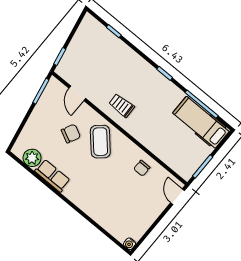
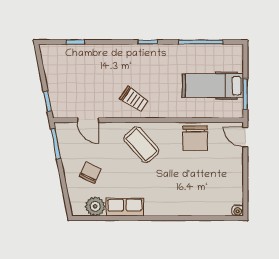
trolley: (122, 105) -> (134, 99), turned -144
hospital bed: (201, 122) -> (213, 86), moved
chair: (71, 134) -> (90, 173), moved
chair: (142, 168) -> (195, 138), width x1.87, depth x1.87

